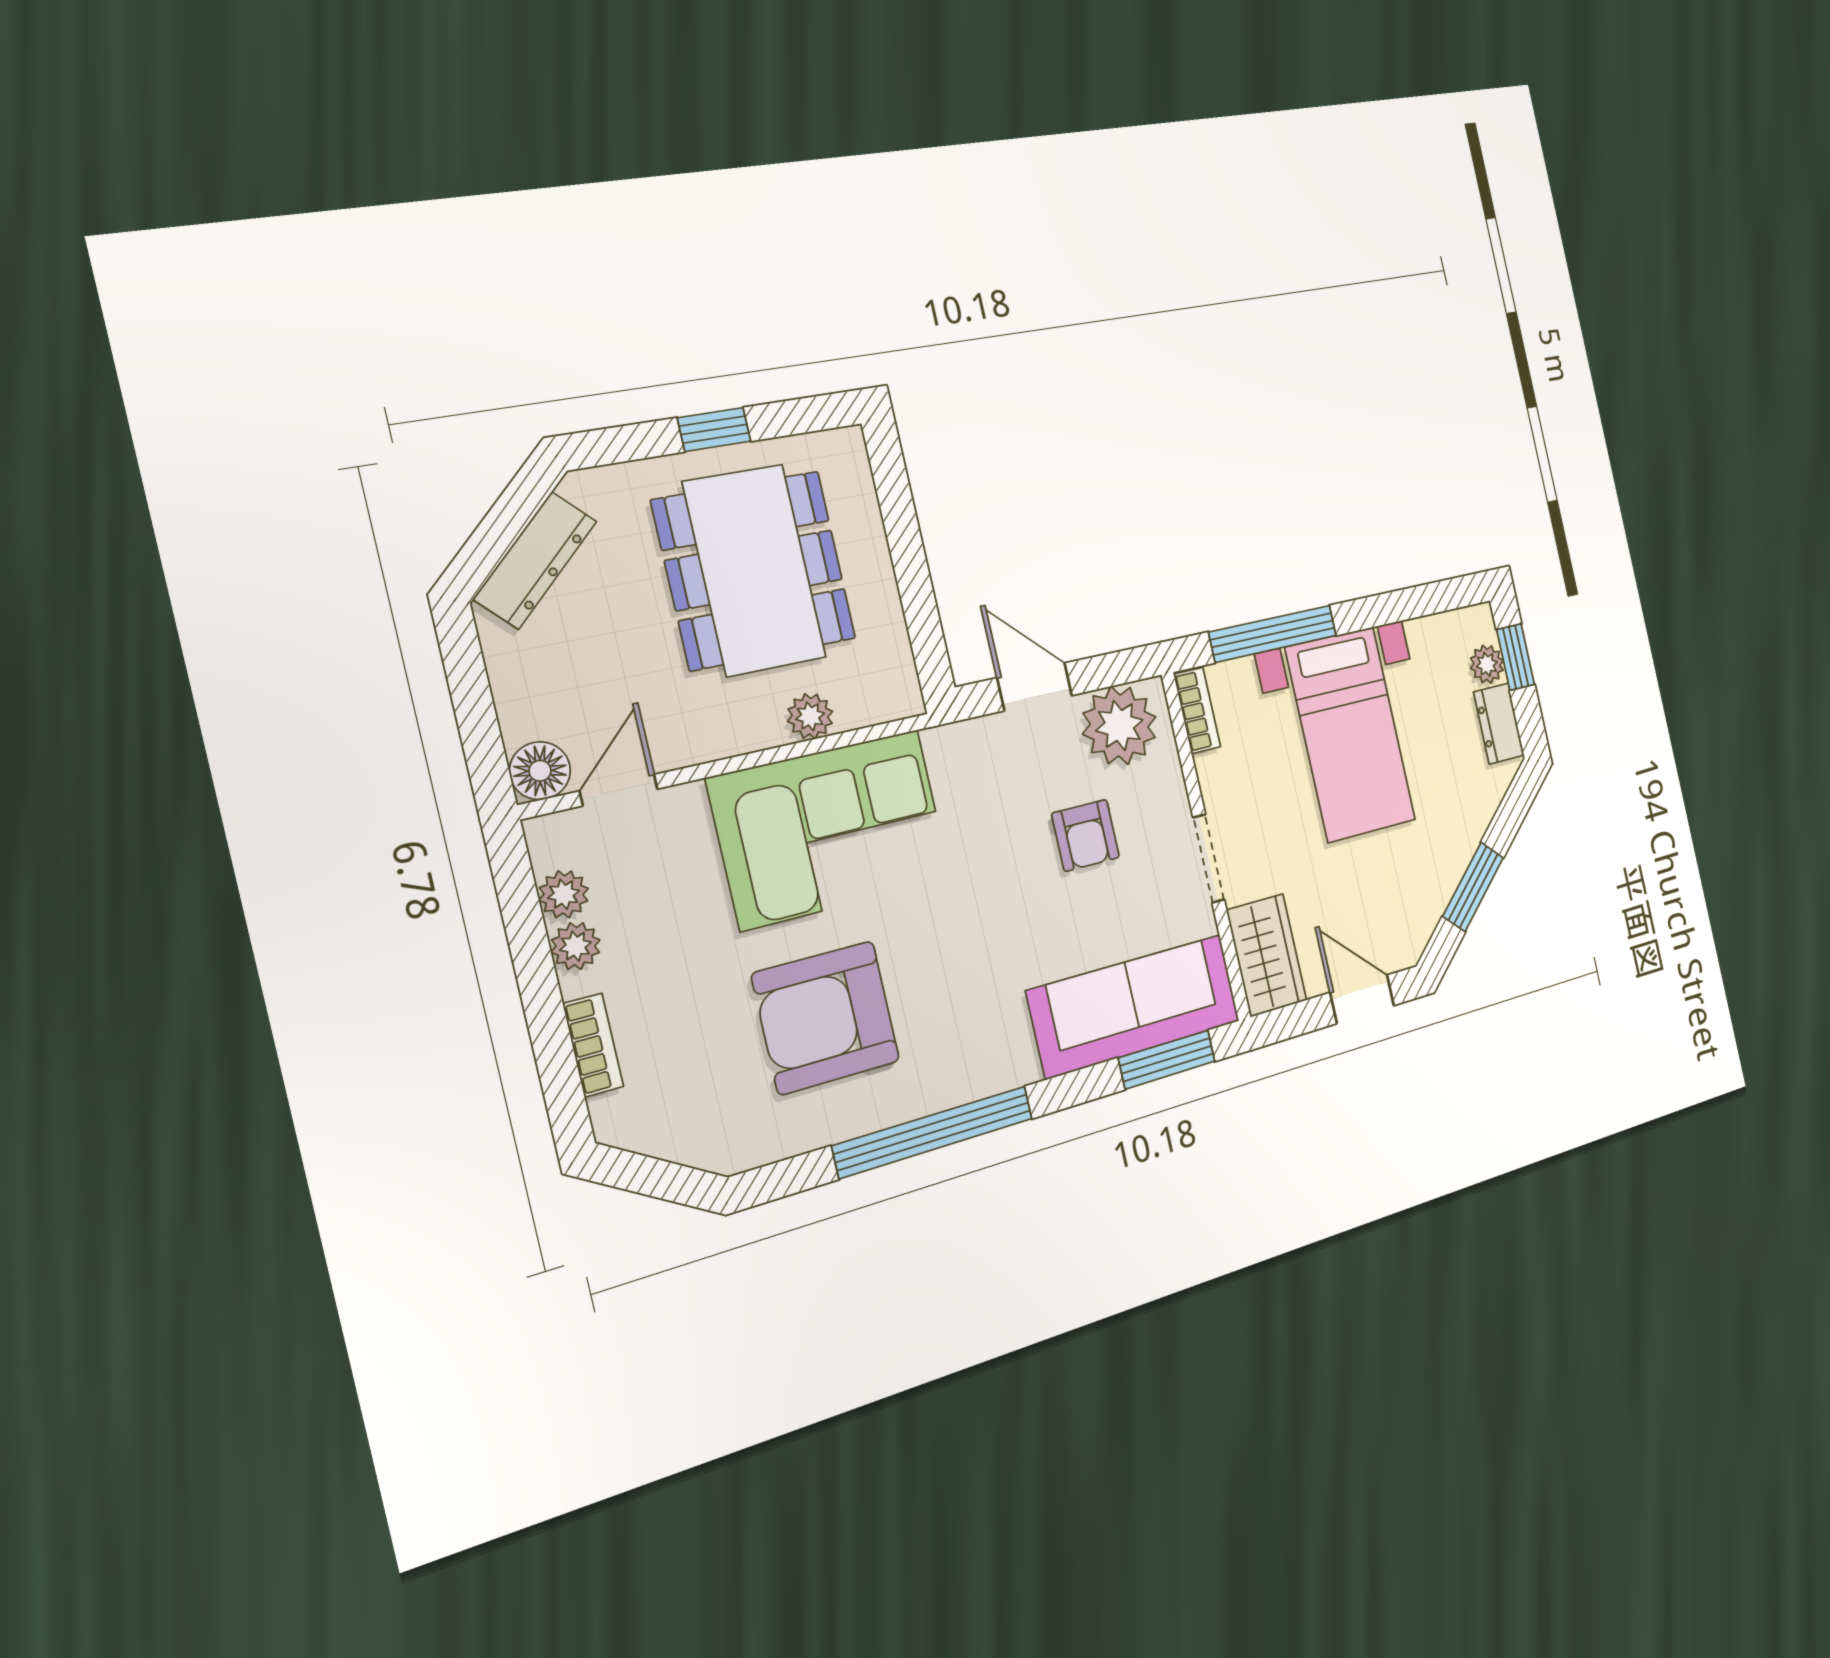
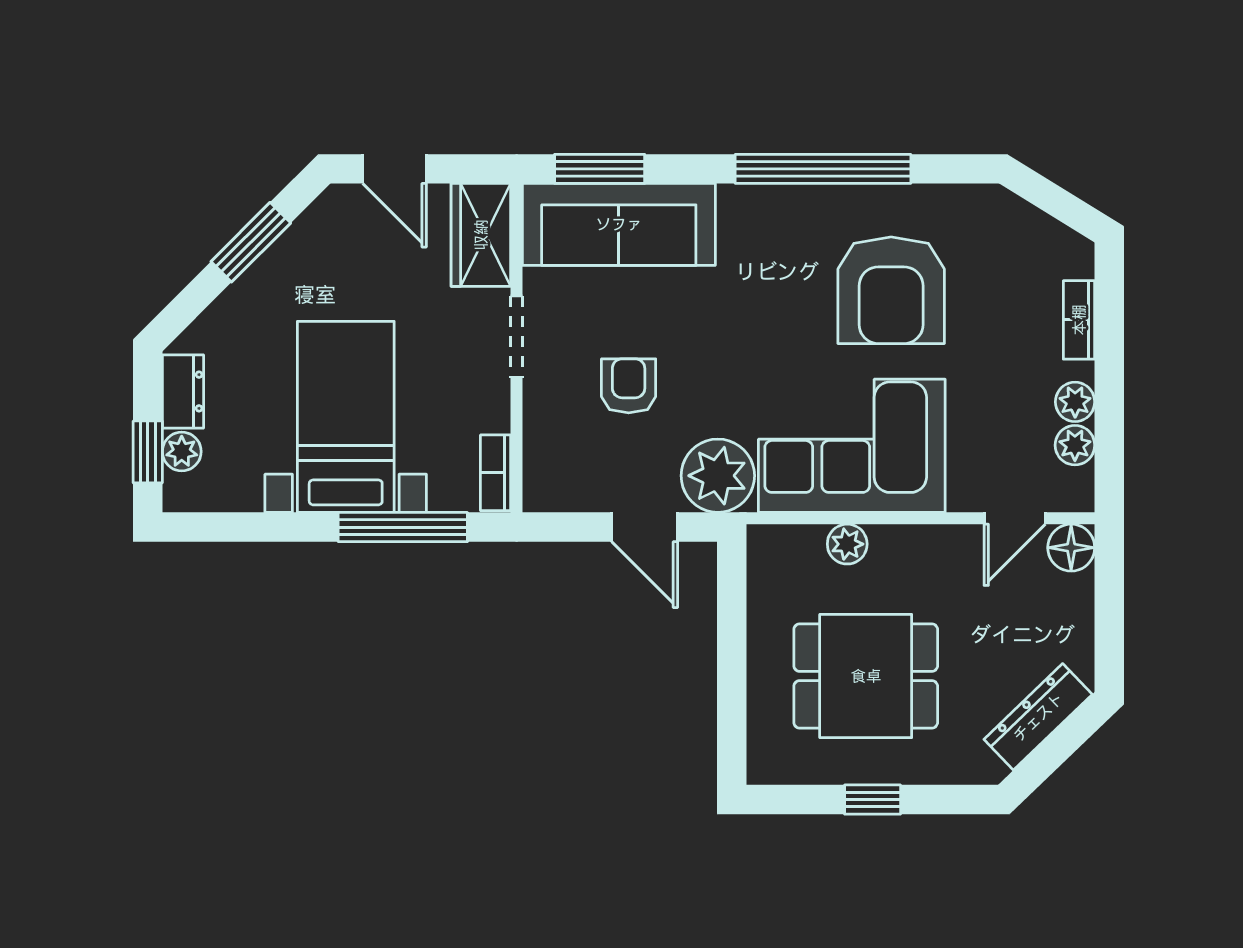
dining table: (755, 570) -> (866, 676), width x0.73
plant: (1119, 725) -> (718, 476), moved
armchair: (826, 1018) -> (891, 290), turned 90

